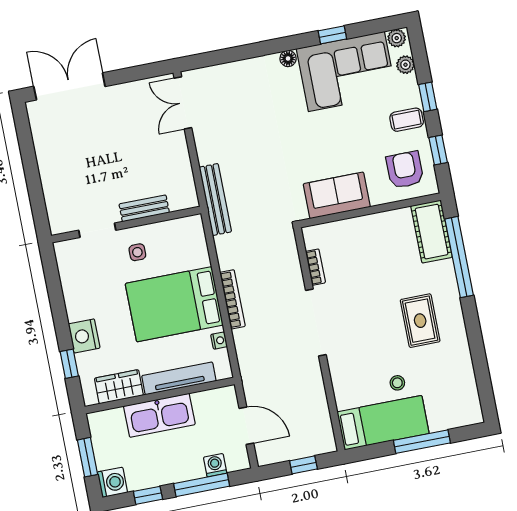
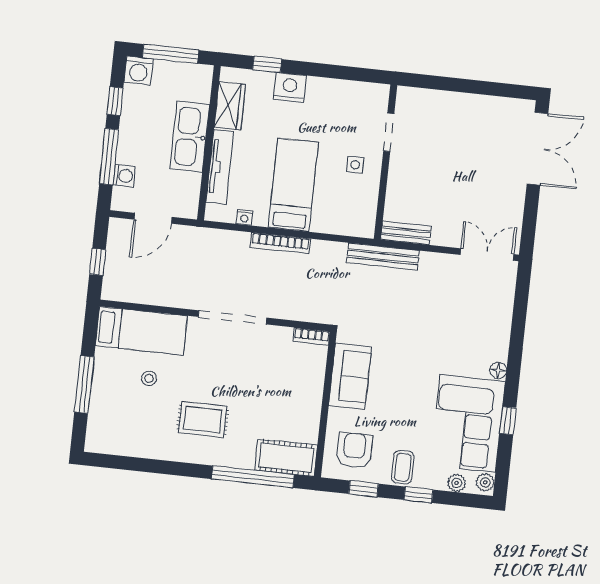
armchair: (405, 170) -> (354, 450), turned -90
bench: (144, 208) -> (406, 233), moved, turned 90
bookcase: (315, 267) -> (311, 336), moved
bed: (174, 304) -> (293, 185), width x0.67
bed: (383, 423) -> (141, 331), moved, turned -90
window: (87, 457) -> (171, 54), width x1.44

